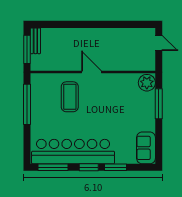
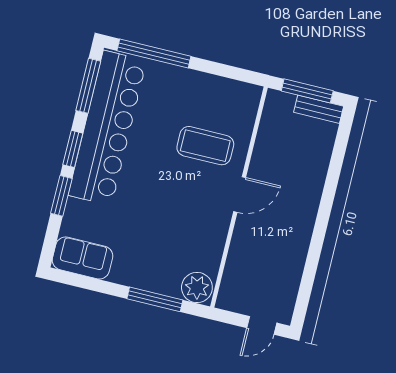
window: (27, 104) -> (154, 54), moved

